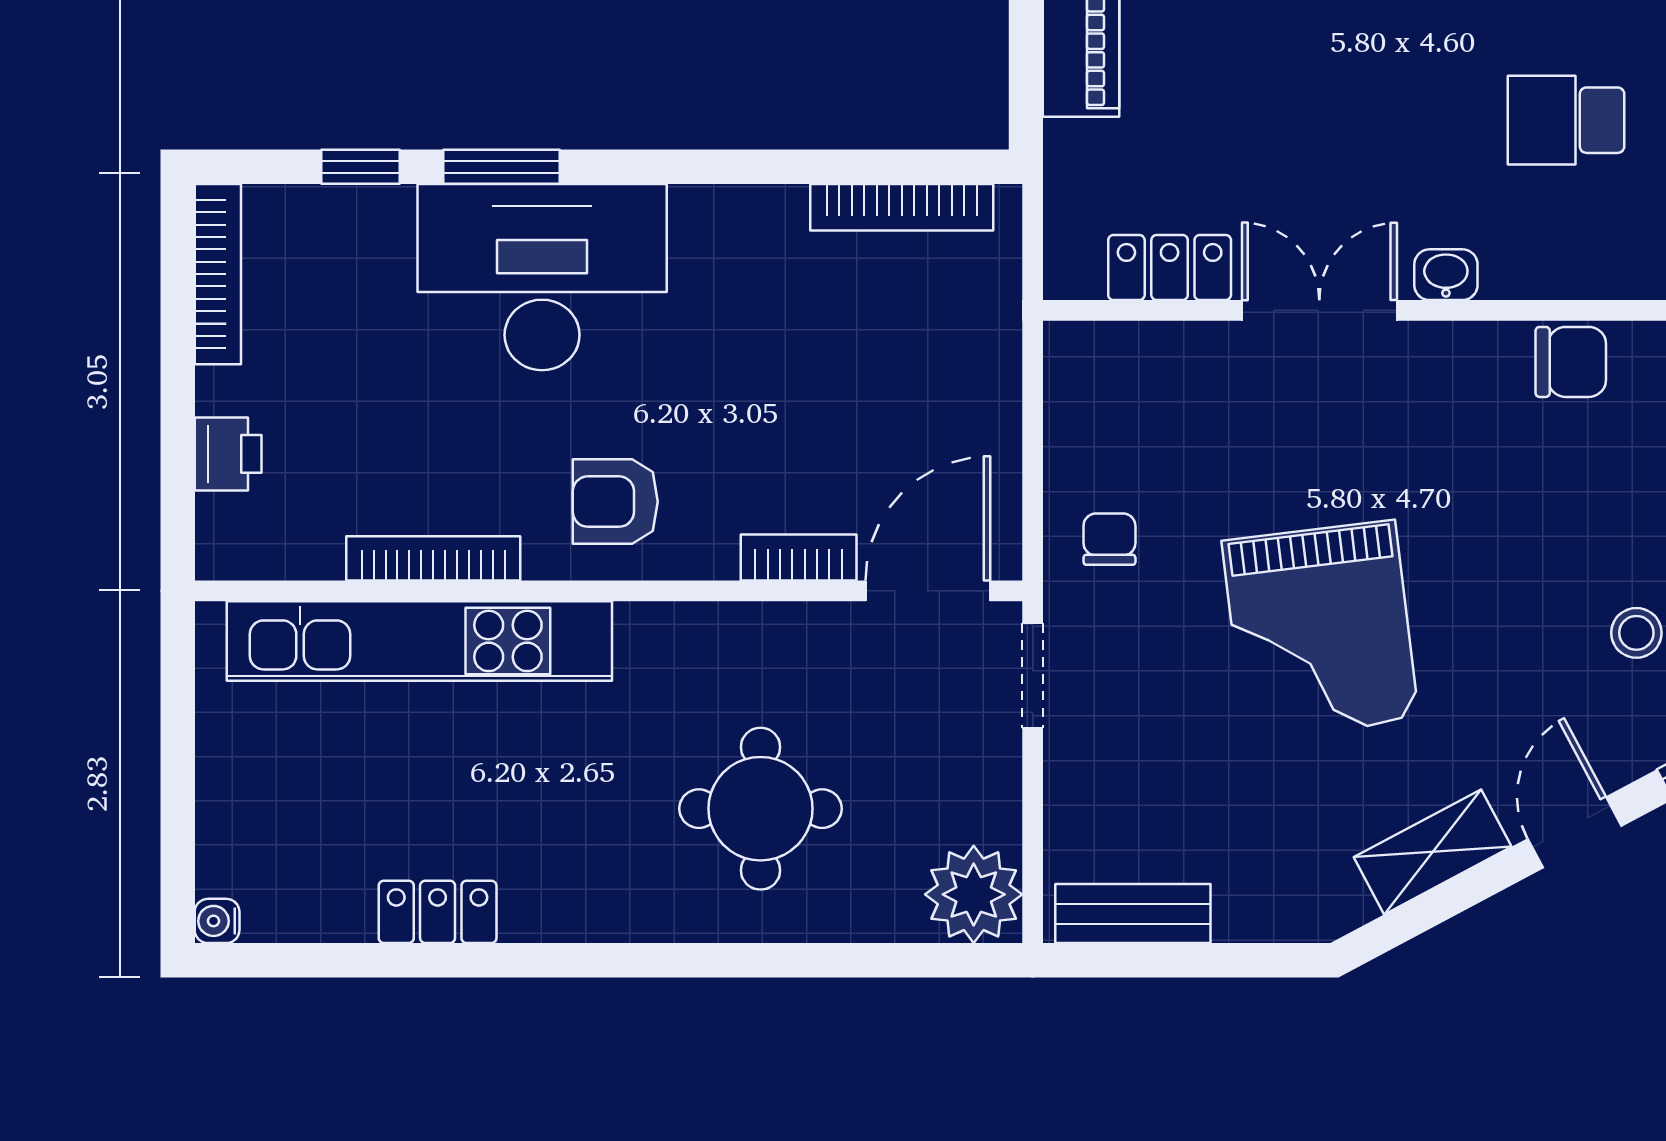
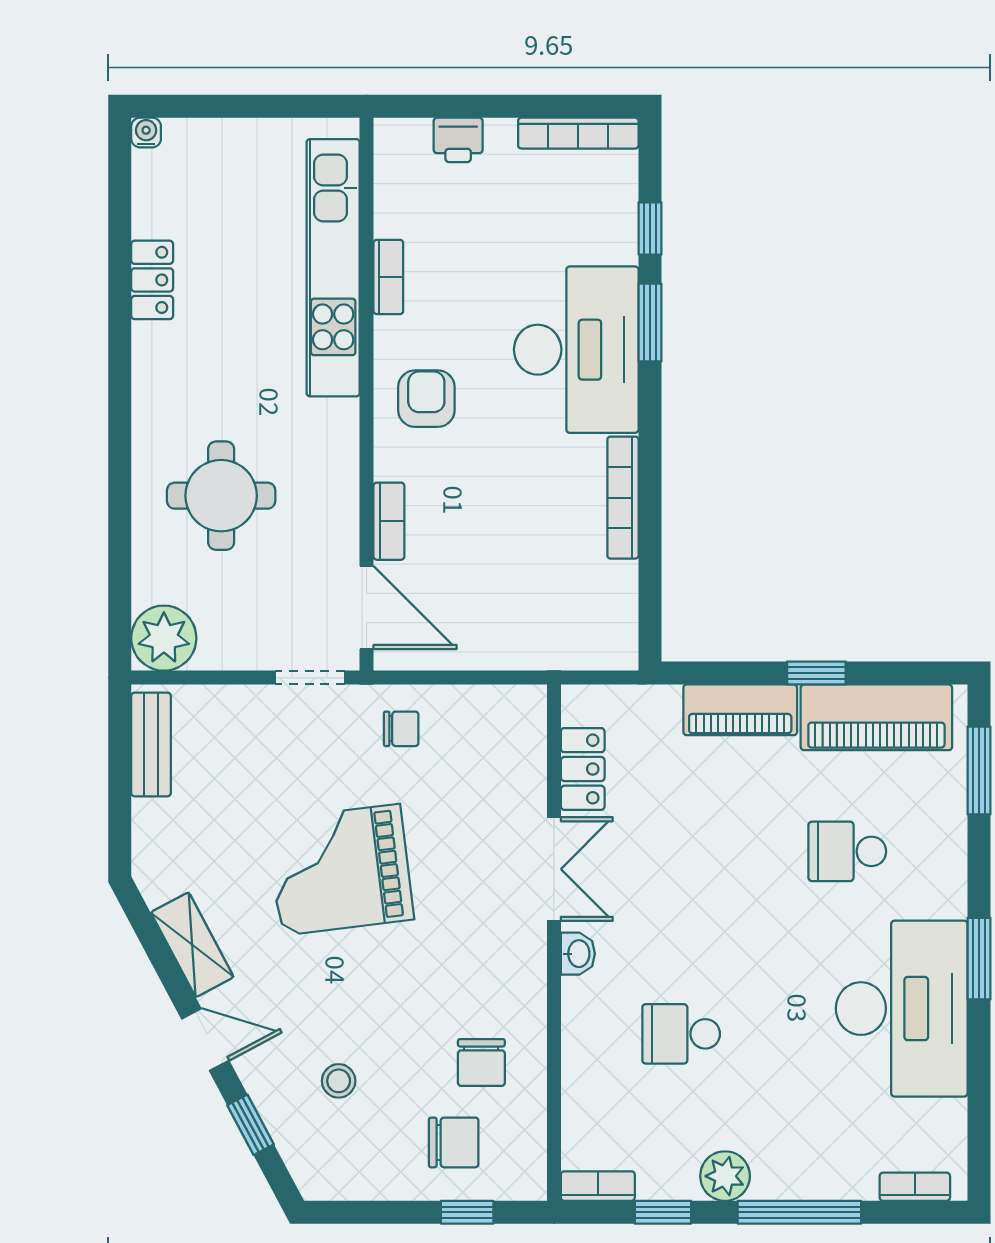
school desk: (1566, 120) -> (681, 1034), turned -90
bookcase: (902, 207) -> (623, 498), moved
chair: (1571, 362) -> (481, 1062), moved
bookcase: (433, 558) -> (388, 277), width x0.64

